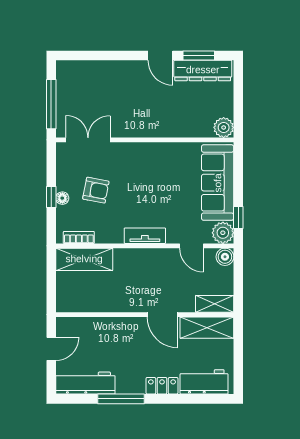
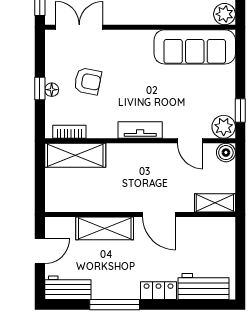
sofa: (218, 183) -> (195, 47), moved, turned -90
shelving: (207, 328) -> (105, 228), moved
workbench: (85, 383) -> (68, 288), width x0.73

